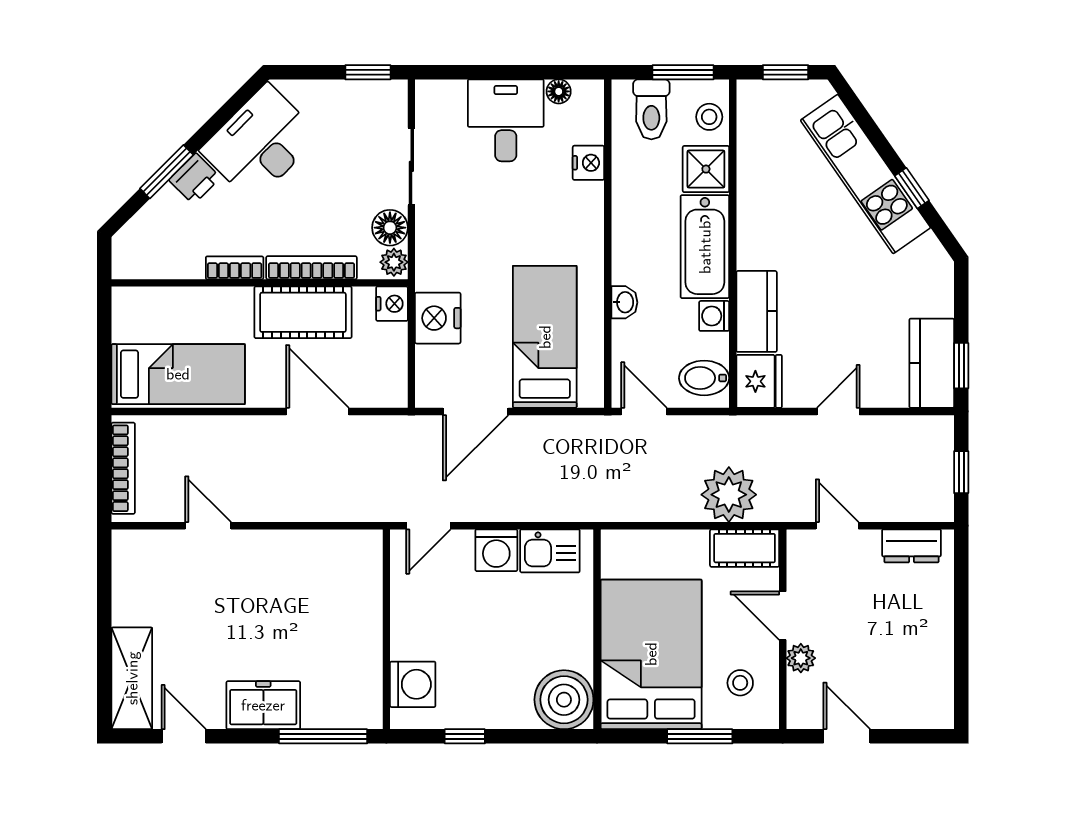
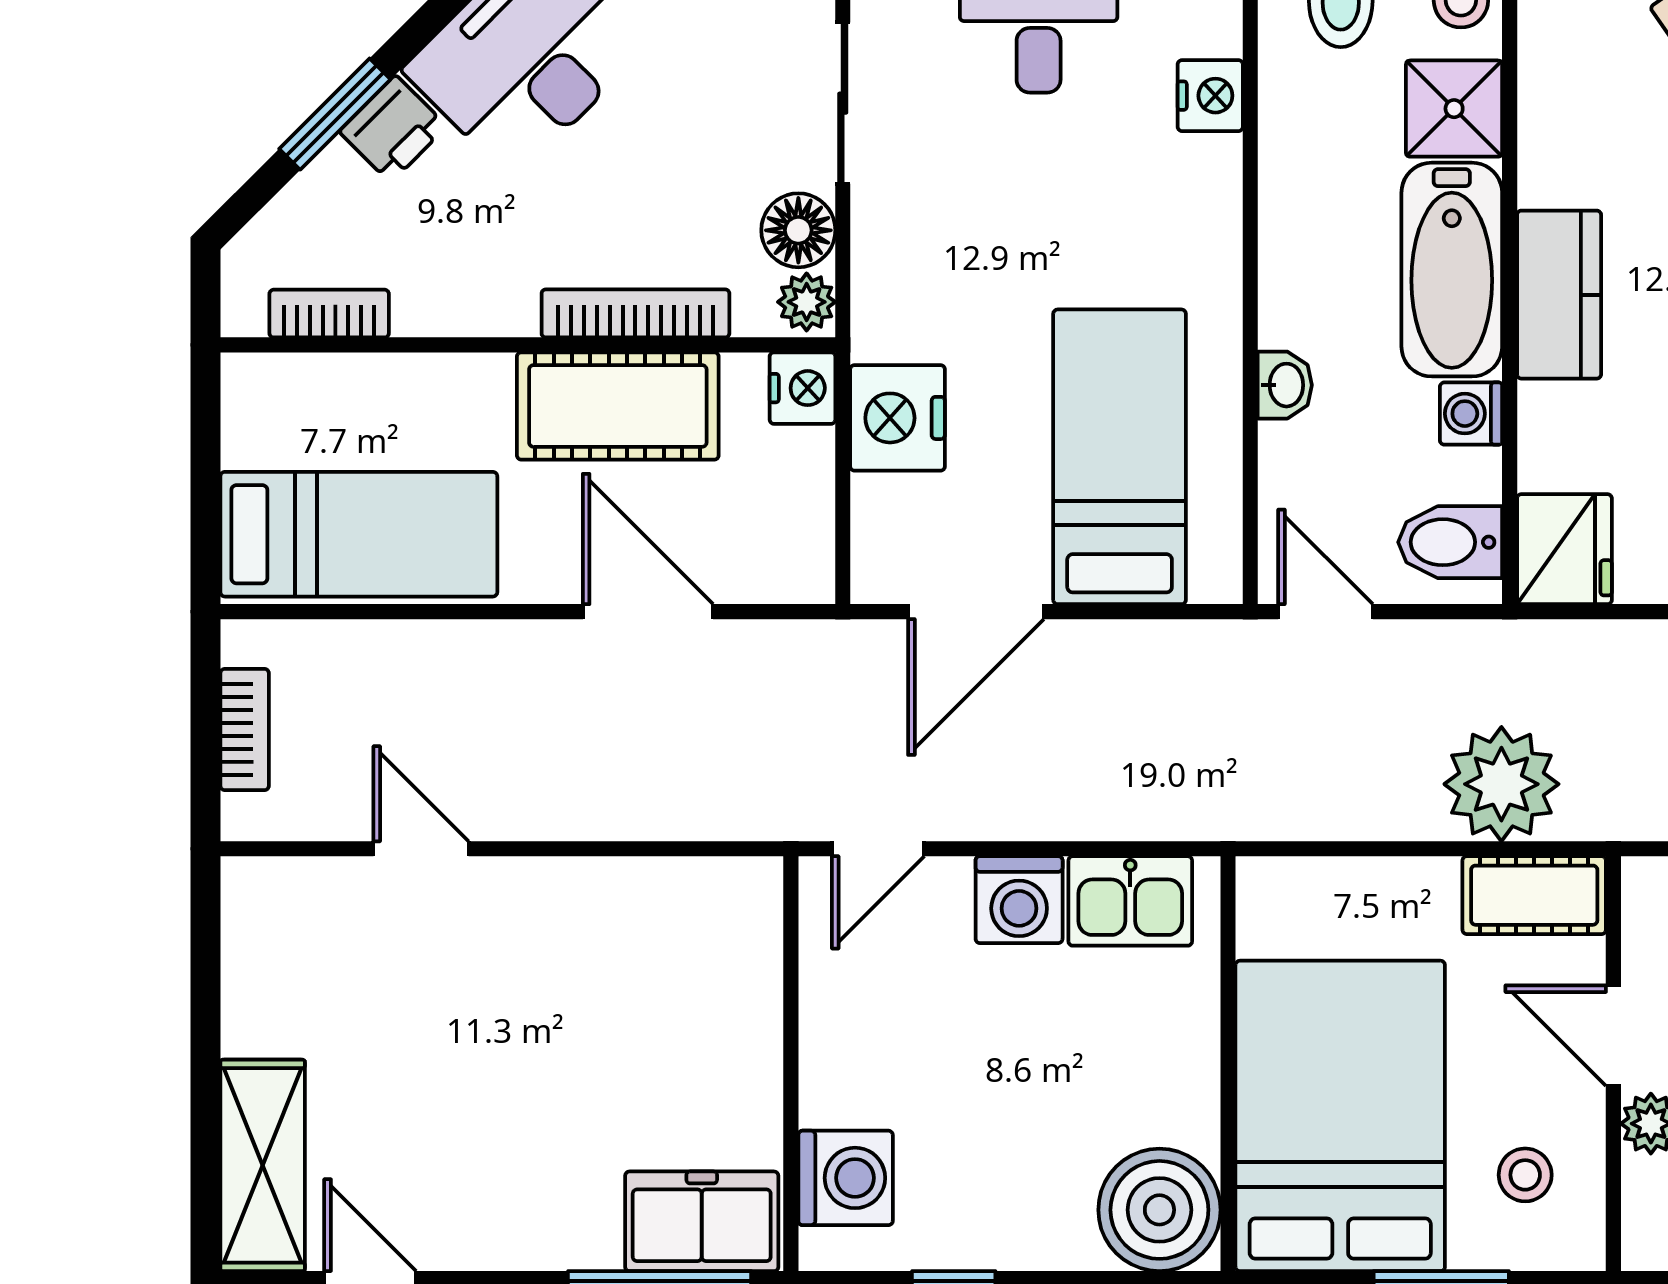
bookcase: (235, 268) -> (329, 314), moved
kitchen counter: (757, 311) -> (1559, 295), moved
bookcase: (123, 468) -> (245, 729), width x0.64
freezer: (263, 705) -> (702, 1221), moved

